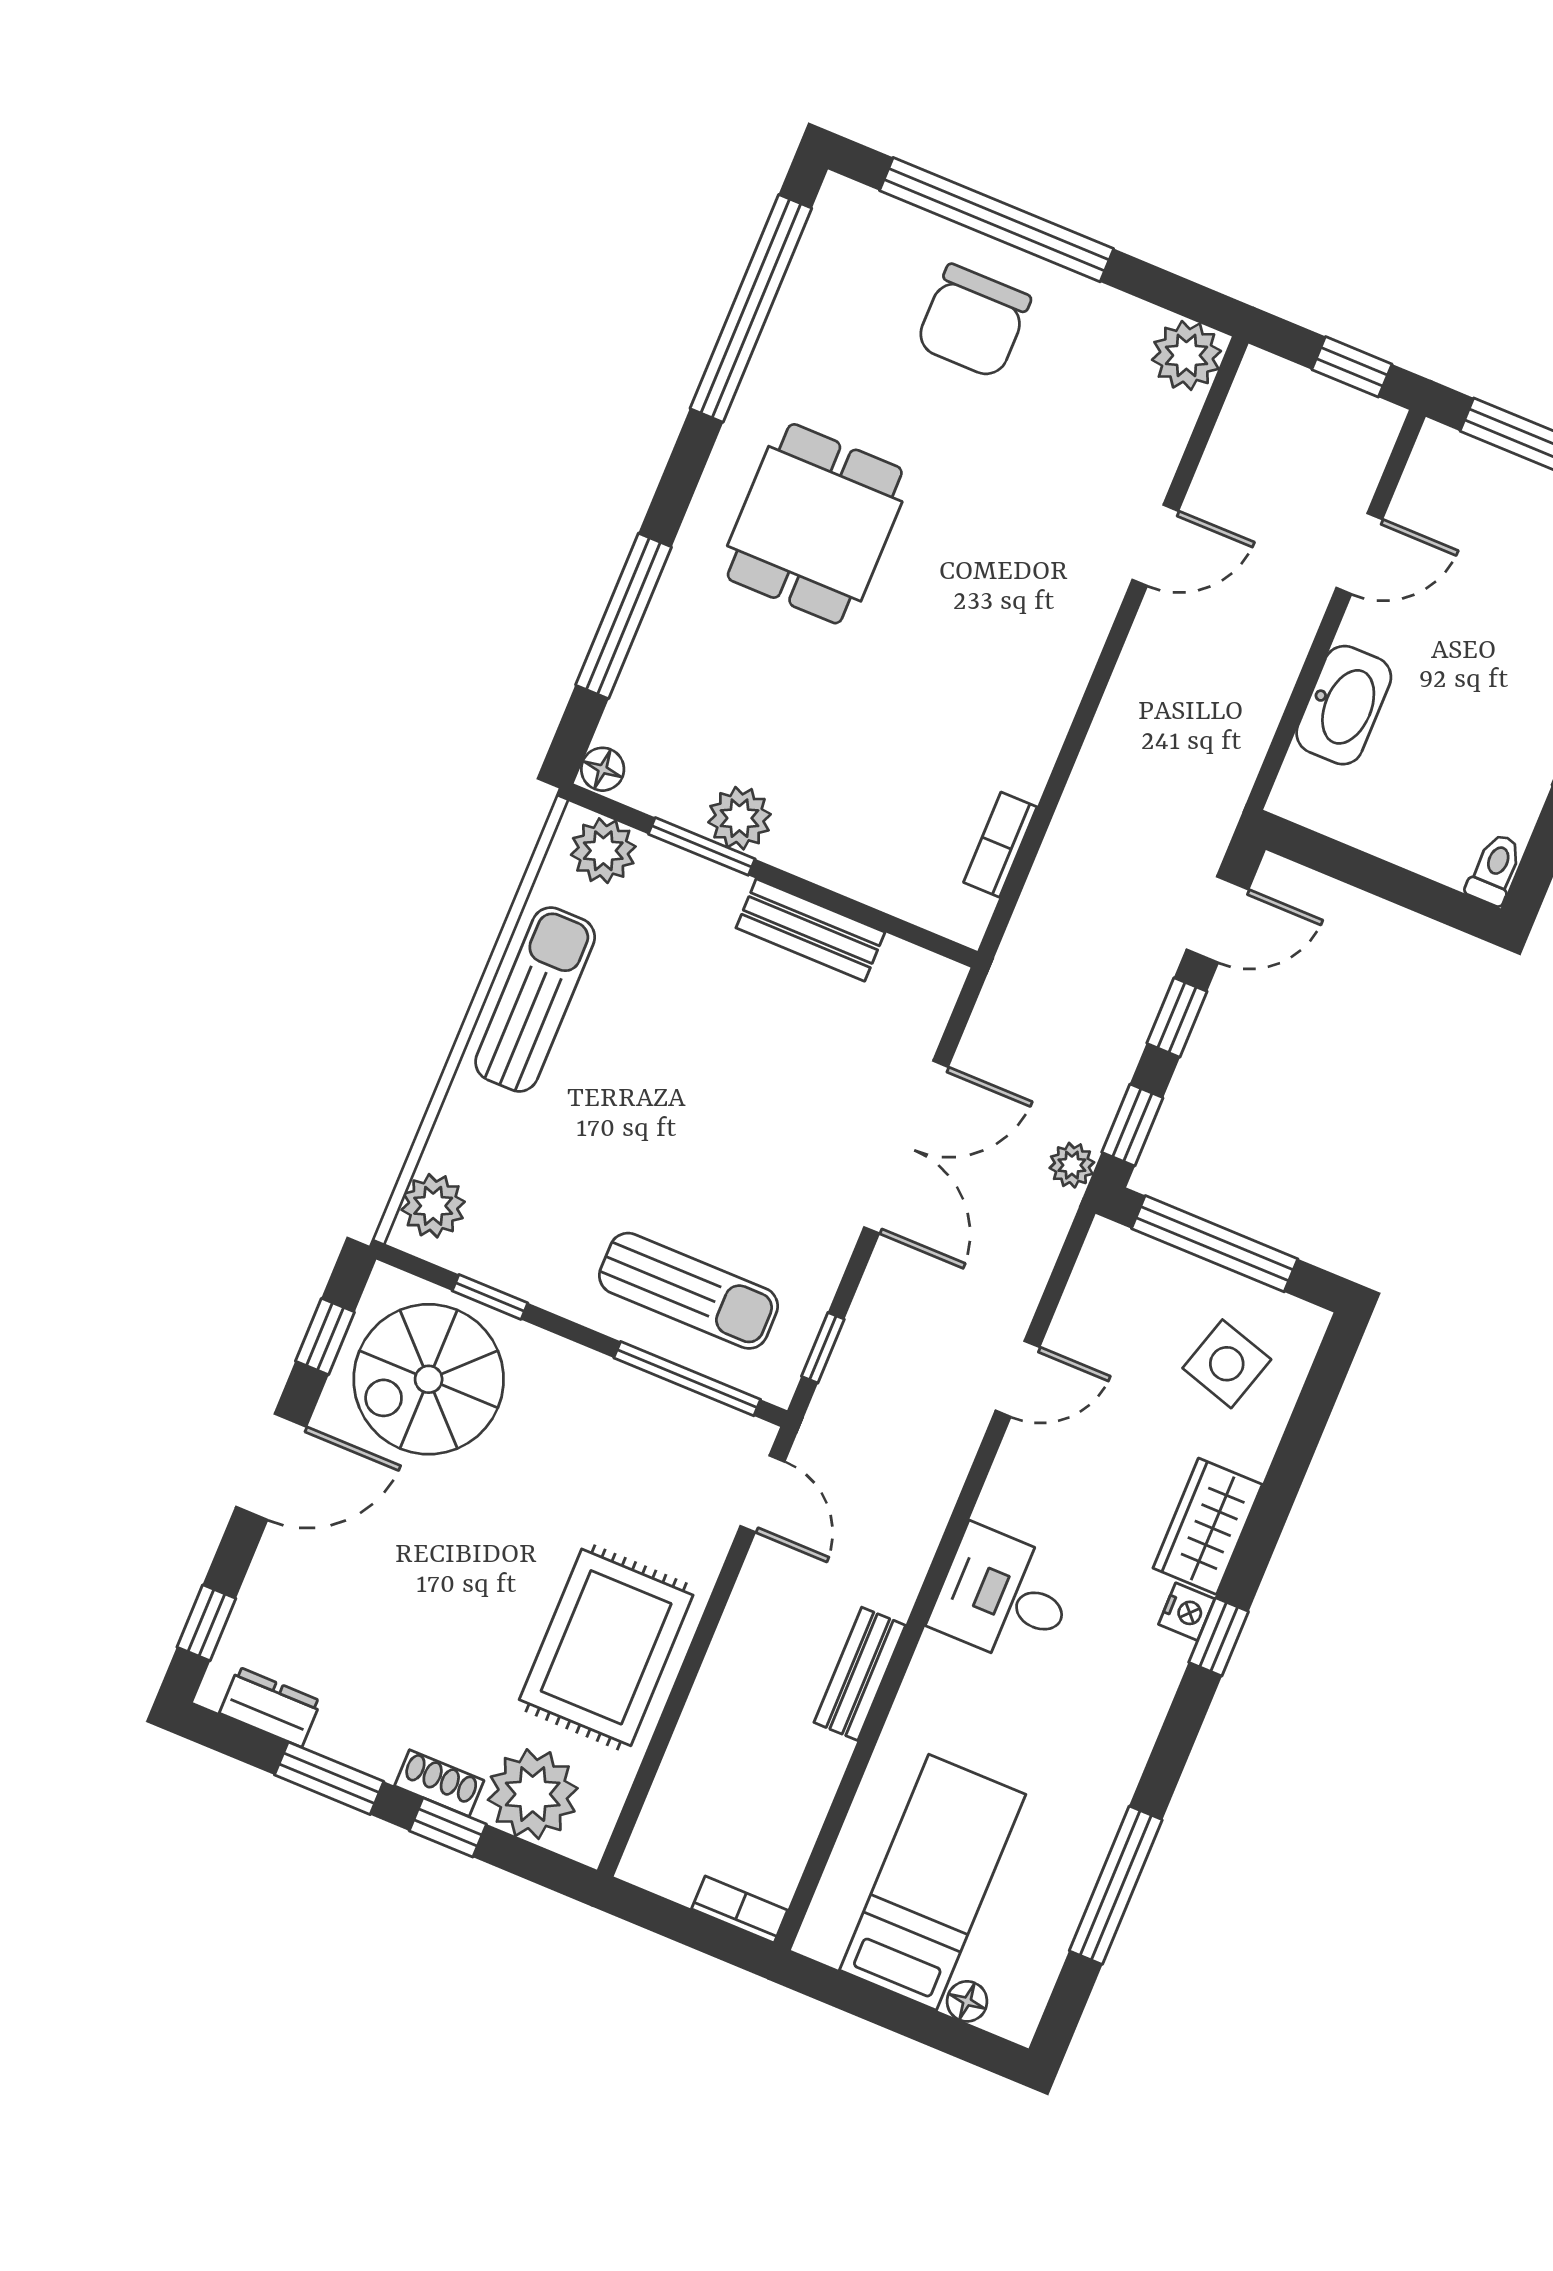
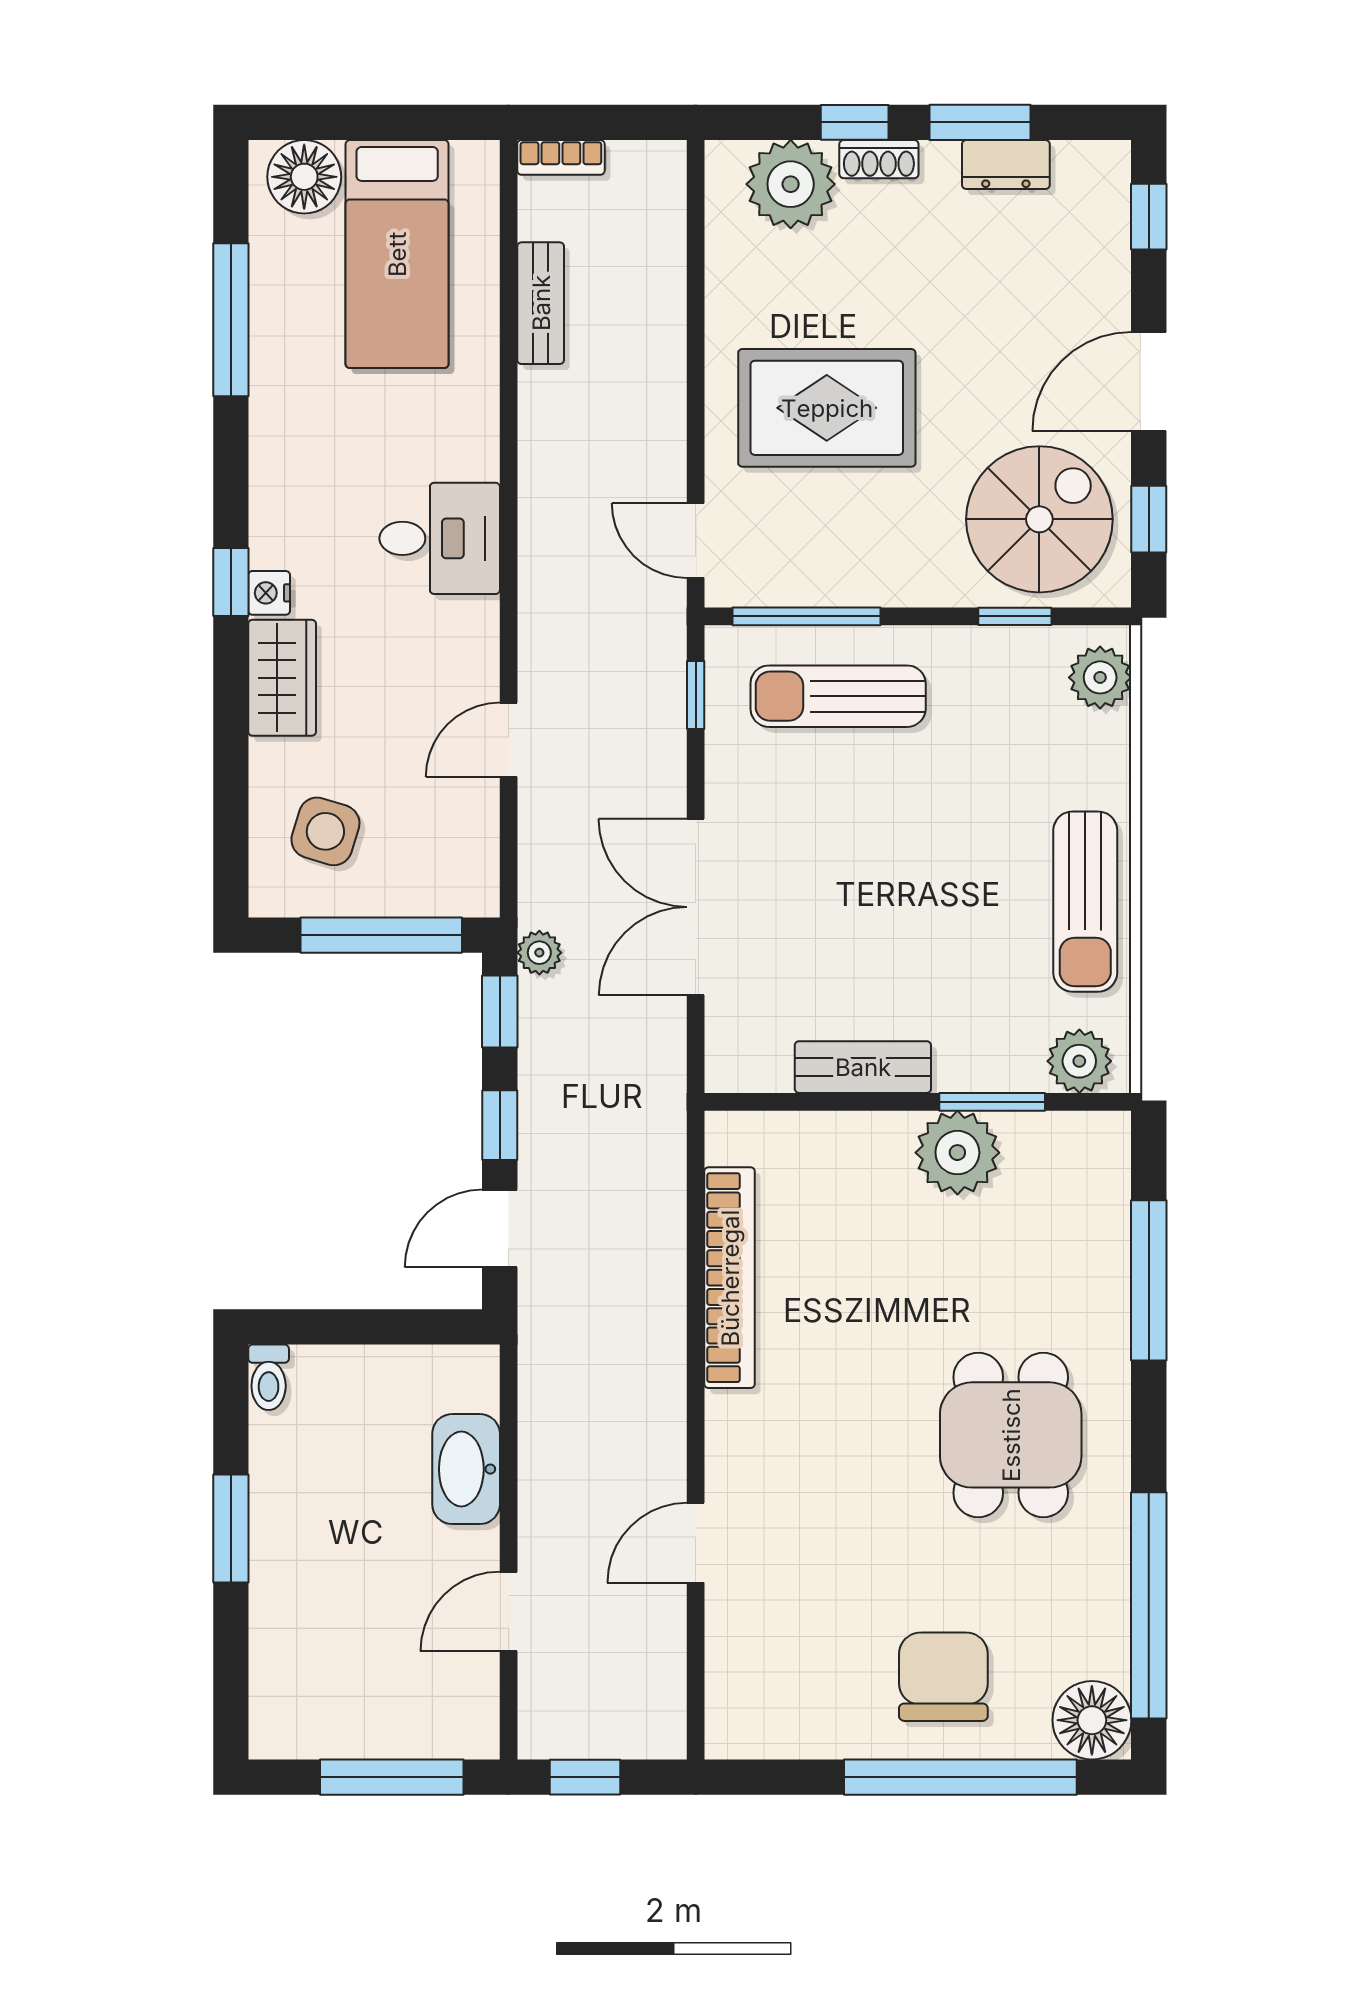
plant: (1186, 355) -> (738, 1726), removed
floor lamp: (603, 769) -> (1092, 1720), moved, width x1.89, depth x1.89
plant: (739, 818) -> (957, 1153), width x1.36, depth x1.36
bookcase: (1000, 845) -> (730, 1278), width x2.31, depth x1.31
rug: (606, 1647) -> (827, 408), moved, turned 90
bench: (860, 1674) -> (541, 303), moved
dresser: (270, 1707) -> (1006, 165), moved
floor lamp: (967, 2001) -> (304, 177), width x1.89, depth x1.89

